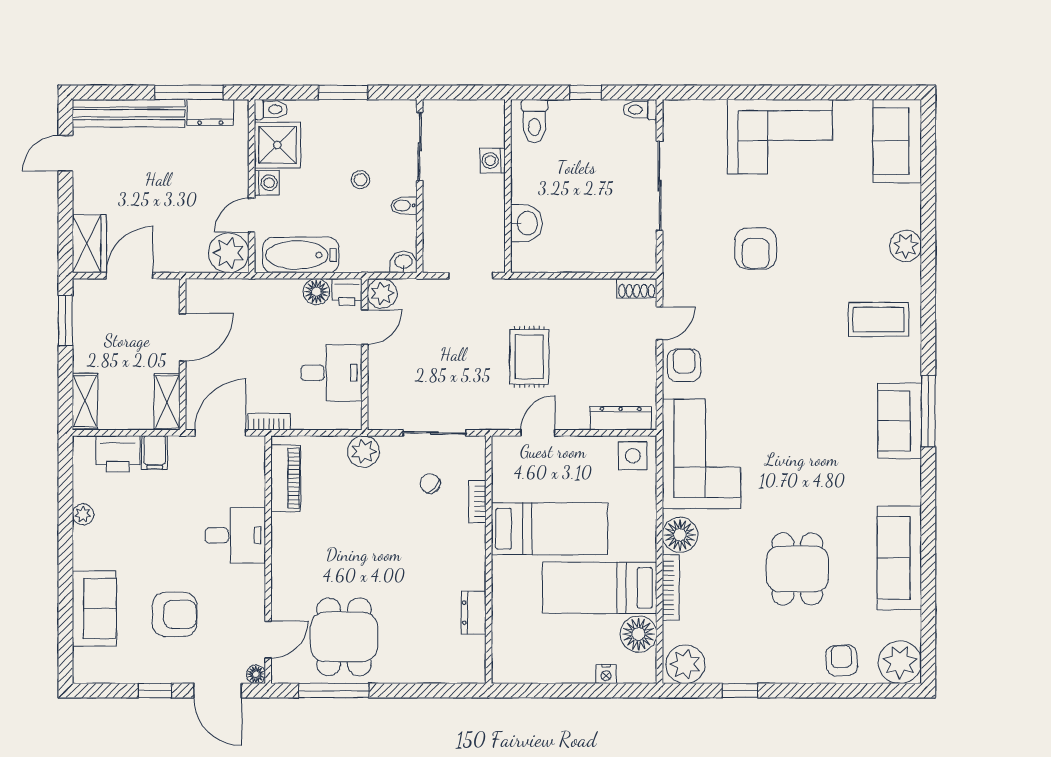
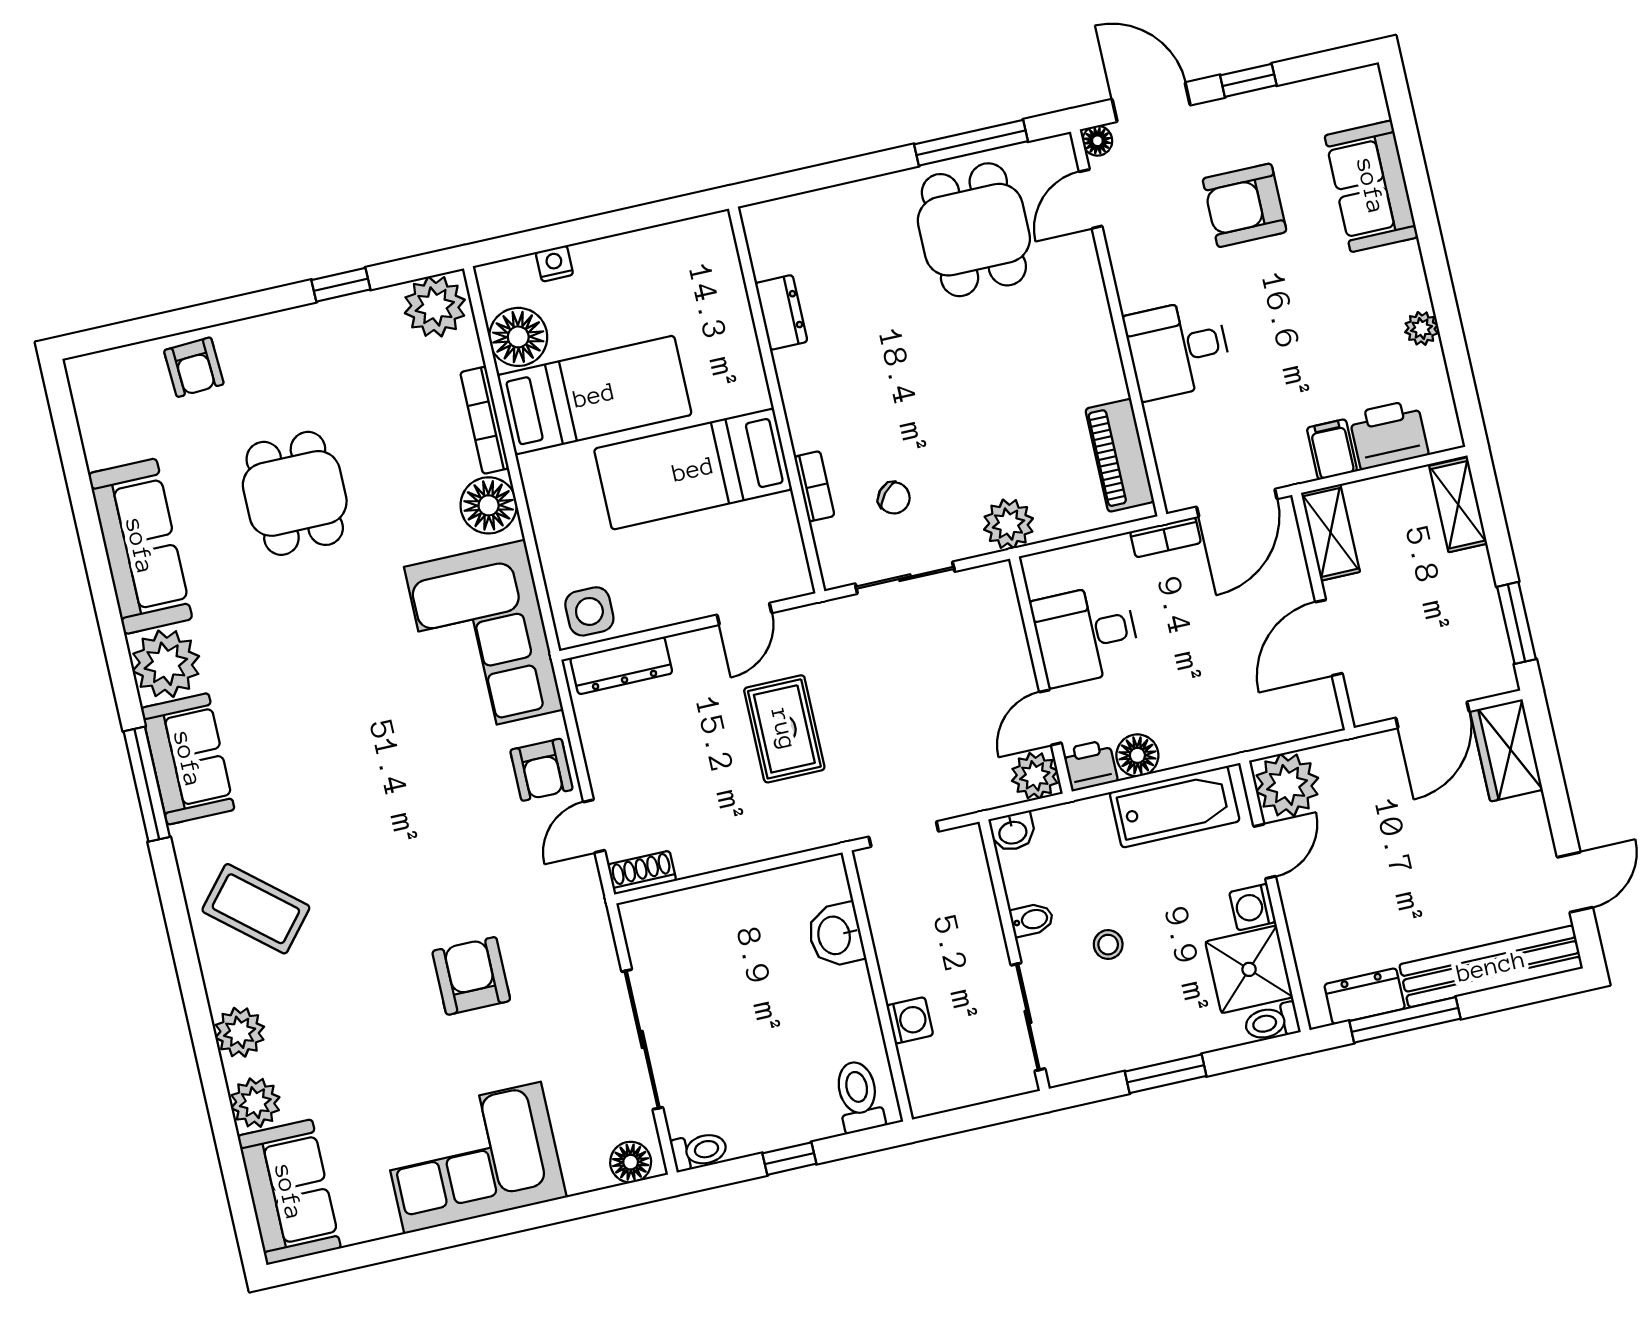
floor lamp: (684, 112) -> (631, 1162), added
plant: (906, 201) -> (255, 1103), added
coffee table: (878, 319) -> (256, 909), turned 40
plant: (900, 662) -> (166, 664), moved

